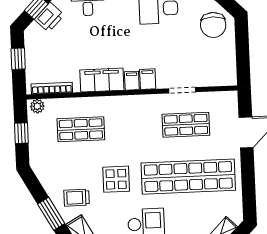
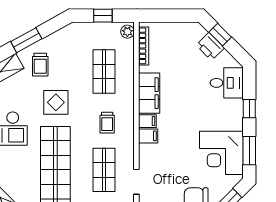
window: (18, 59) -> (173, 16), removed
doorway: (182, 90) -> (136, 182), moved
trolley: (135, 124) -> (107, 123), added
trolley: (77, 198) -> (40, 65), turned 180

